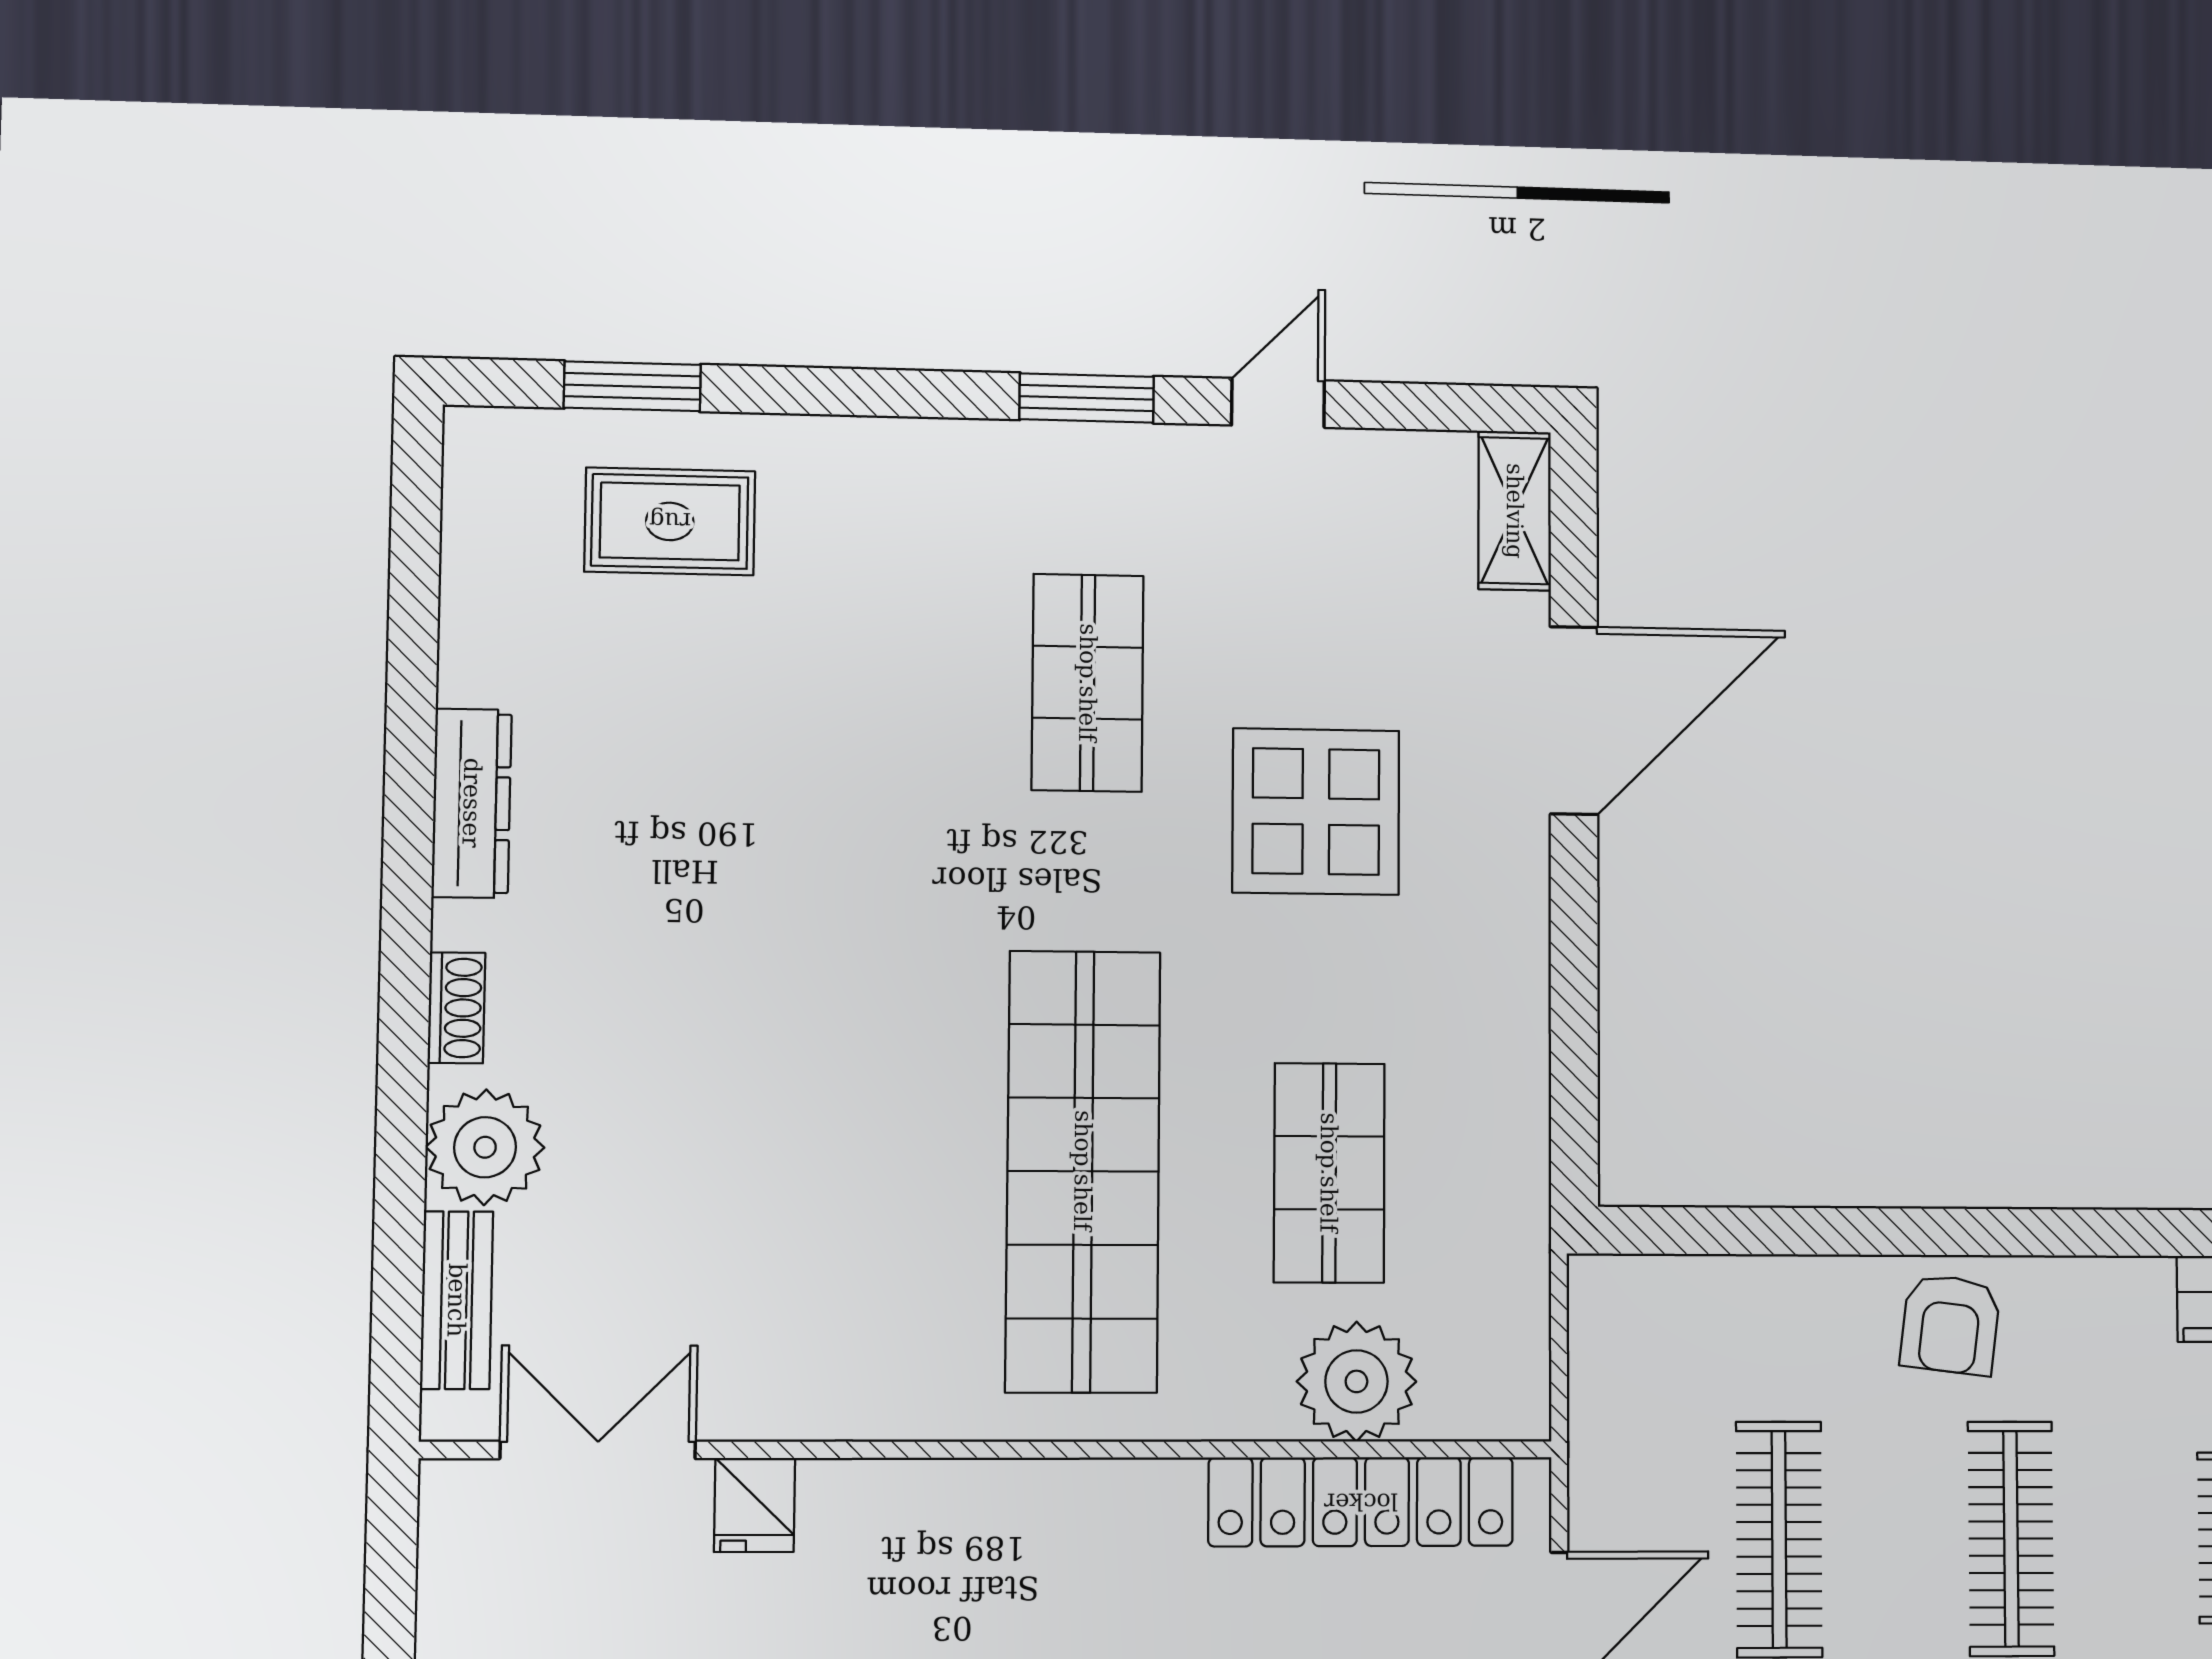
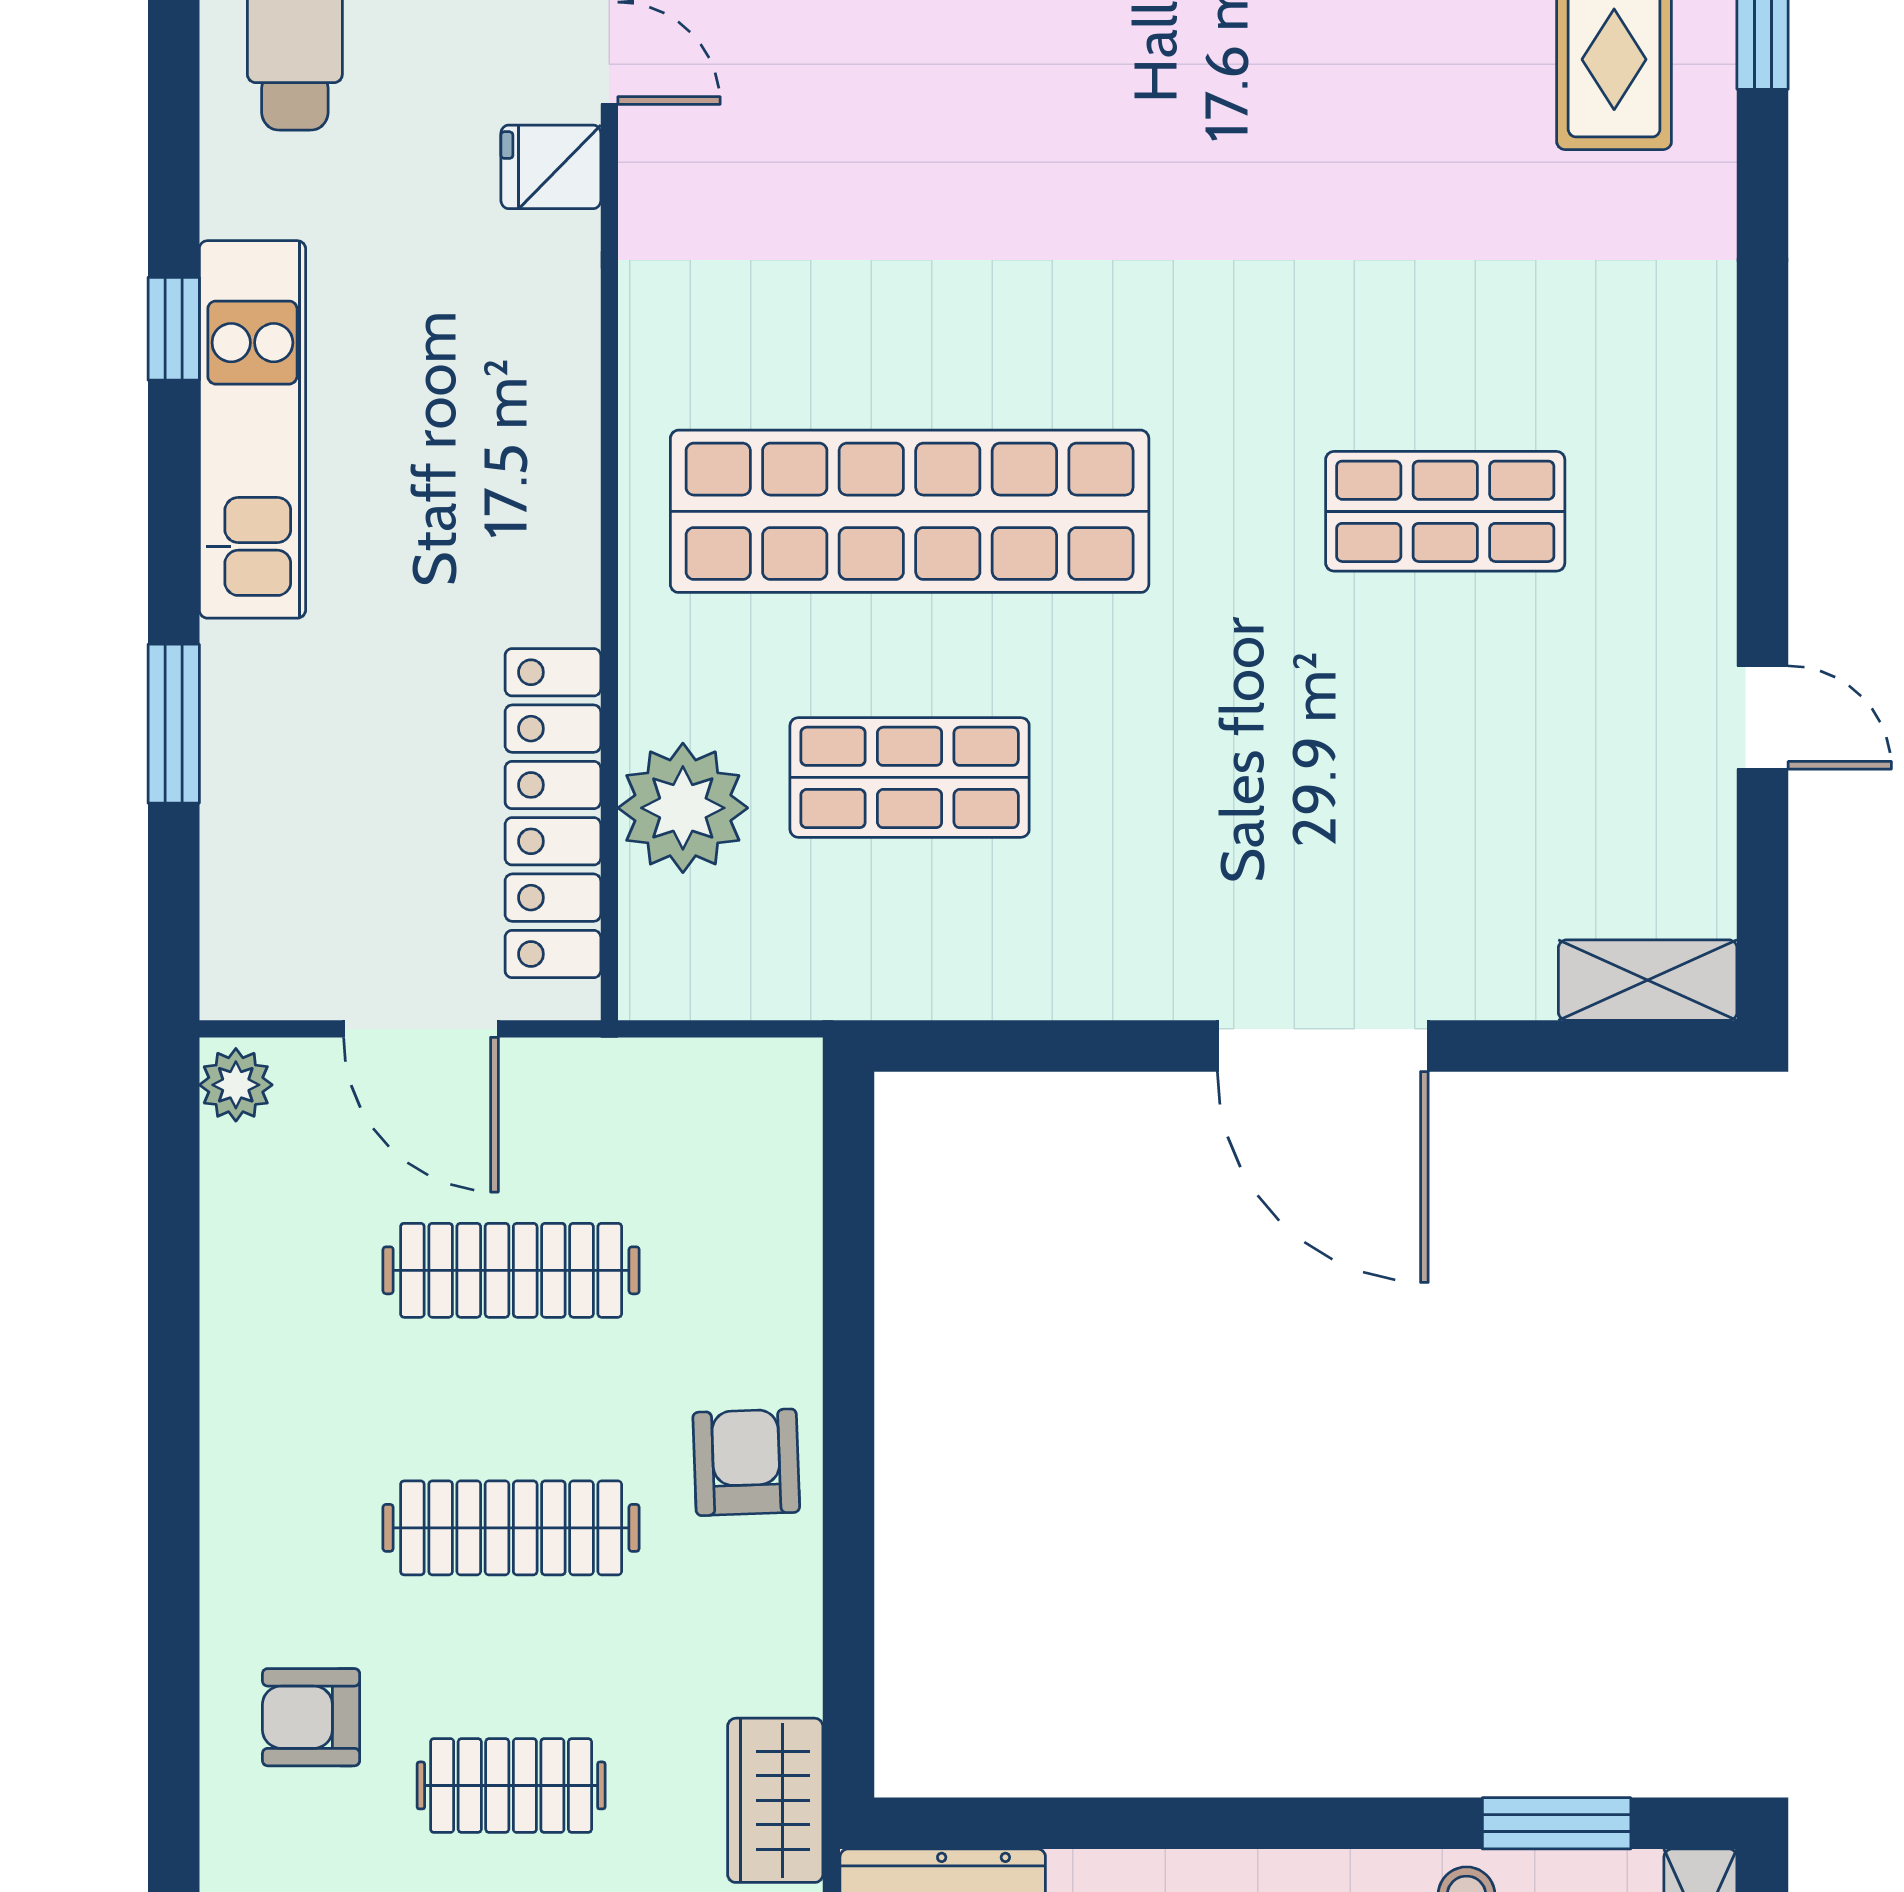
window: (1087, 398) -> (1763, 507), removed
door: (1574, 720) -> (1323, 1046), moved
display table: (1316, 812) -> (1307, 761), removed
armchair: (1950, 1324) -> (746, 1462), turned 81

